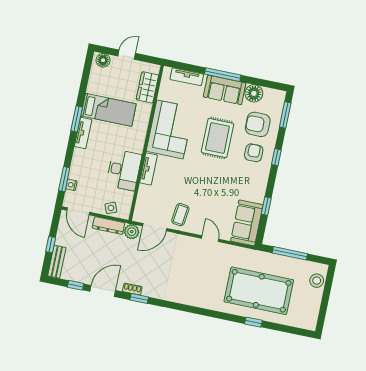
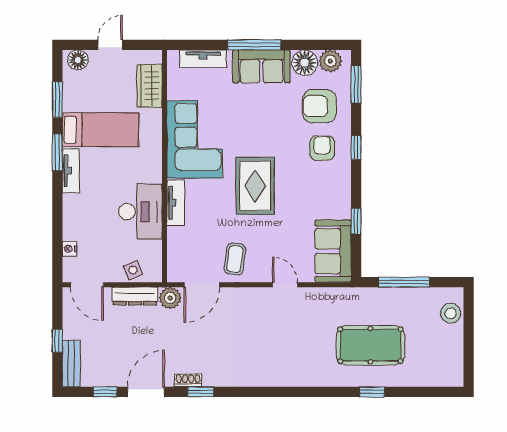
plant: (271, 96) -> (330, 61), added
rug: (217, 138) -> (255, 186), moved
window: (64, 179) -> (57, 100), moved
pool table: (259, 291) -> (370, 345), width x0.73, depth x0.76

